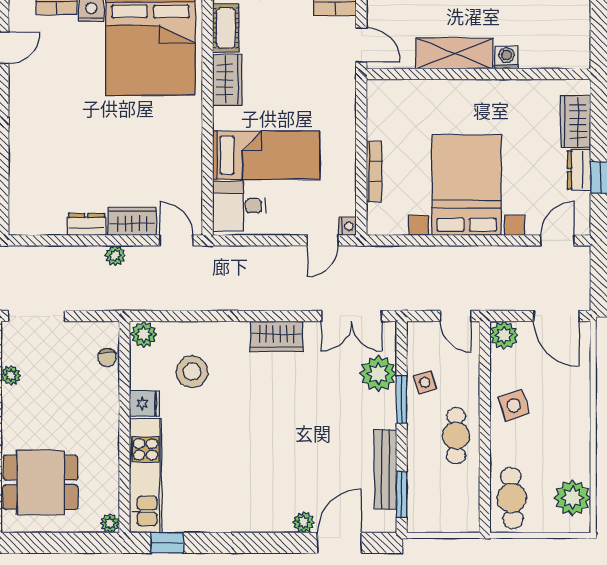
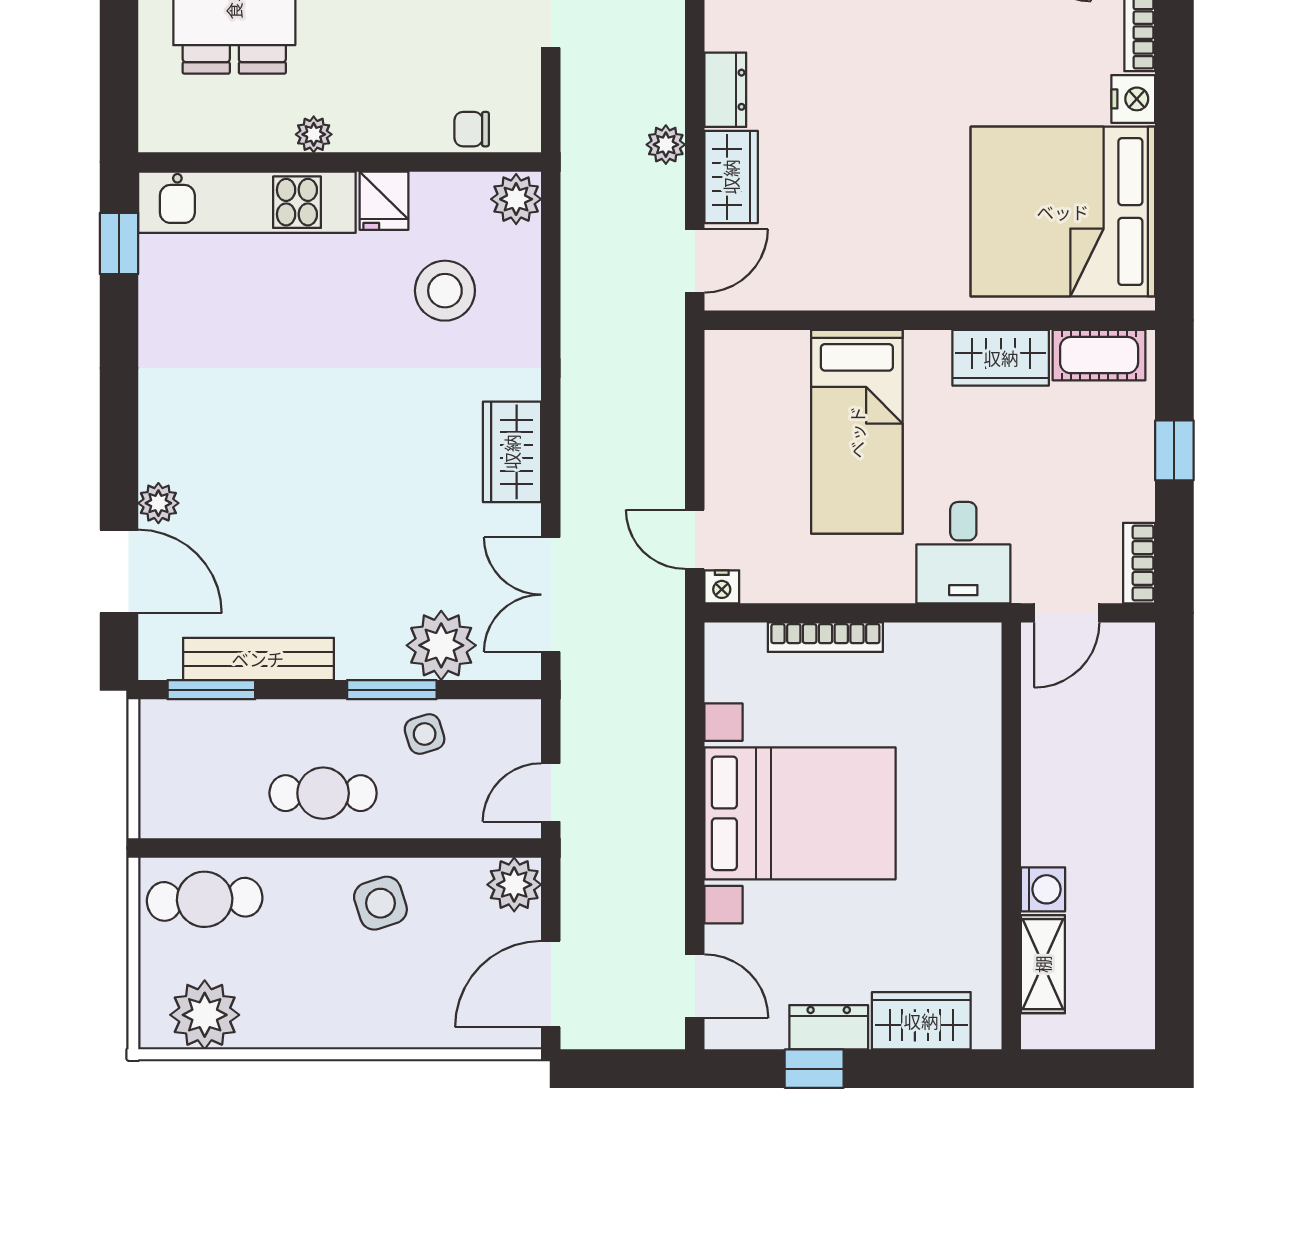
shelving: (454, 54) -> (1043, 964), moved, width x0.67, depth x0.75
desk: (239, 206) -> (963, 553), moved, turned 180
plant: (110, 523) -> (314, 134), moved

